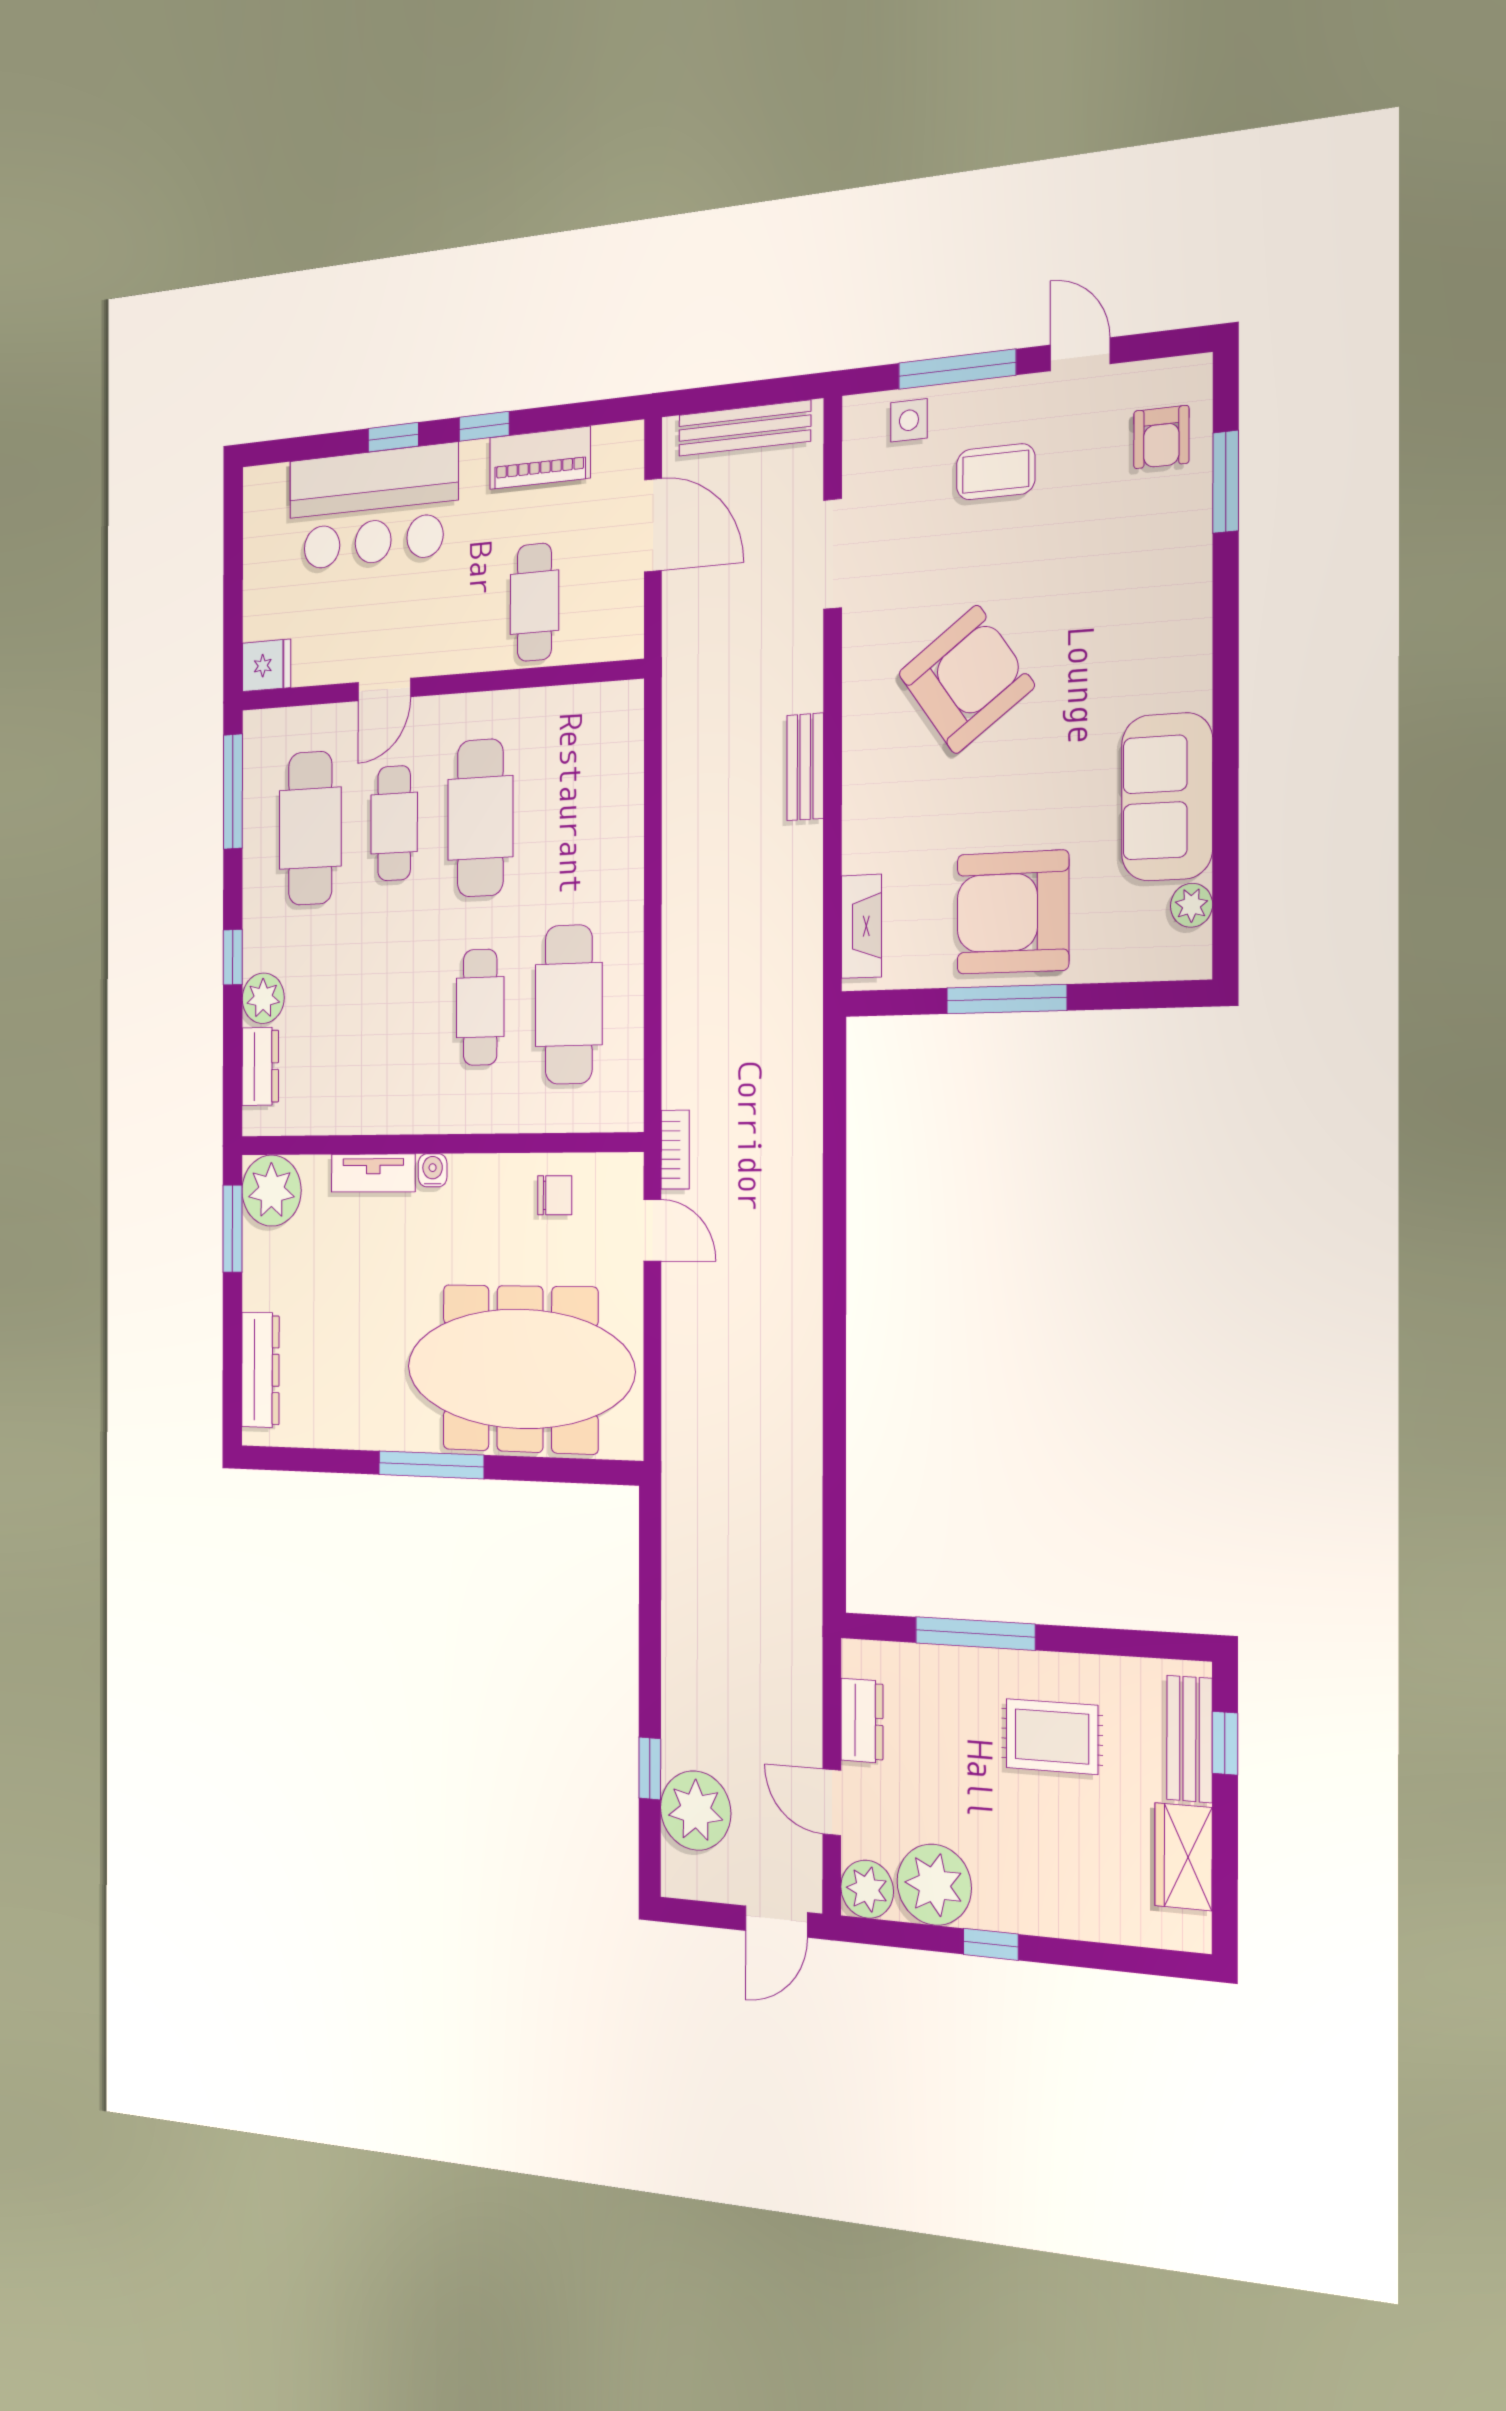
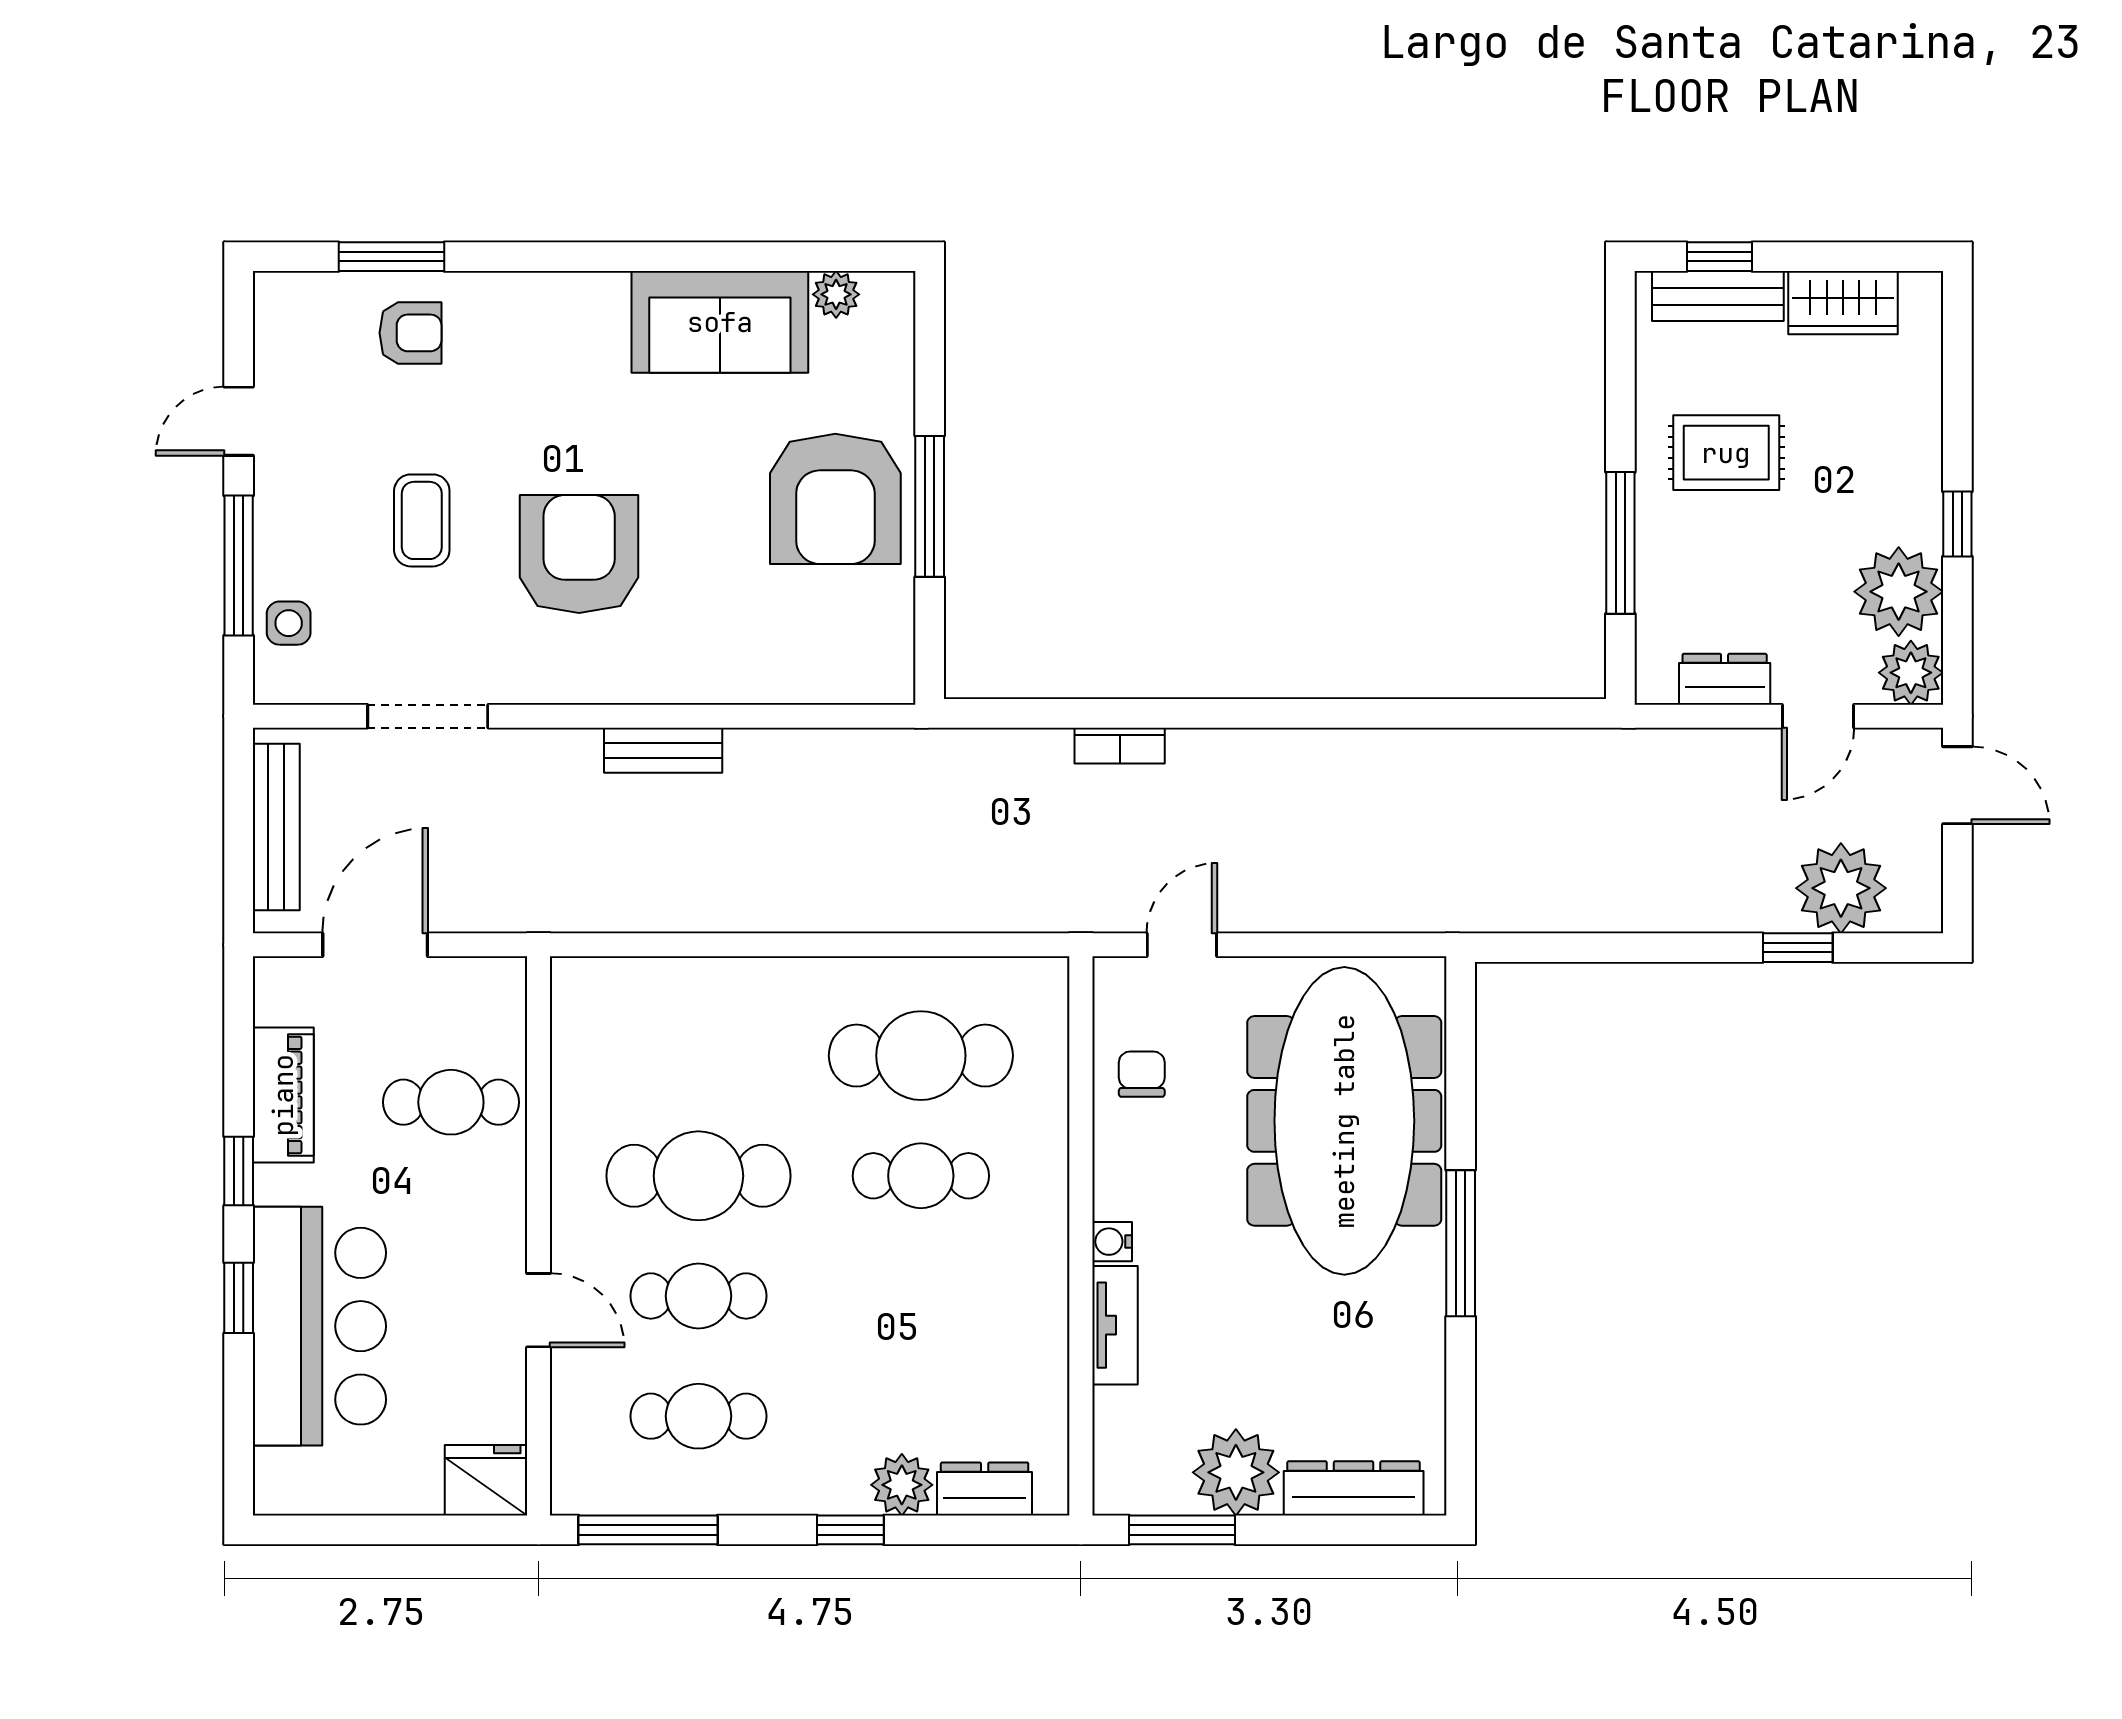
armchair: (1161, 437) -> (410, 333), moved
coffee table: (996, 472) -> (422, 520), moved
fridge: (267, 665) -> (486, 1480), width x1.38
armchair: (966, 679) -> (579, 554), turned 36
cafe table: (310, 828) -> (698, 1416), width x0.73, depth x0.74
fireplace: (861, 926) -> (844, 681), removed
bookcase: (675, 1150) -> (1120, 746), moved, turned 180
plant: (271, 1191) -> (1236, 1472), moved
rug: (1052, 1737) -> (1726, 453), turned 90

